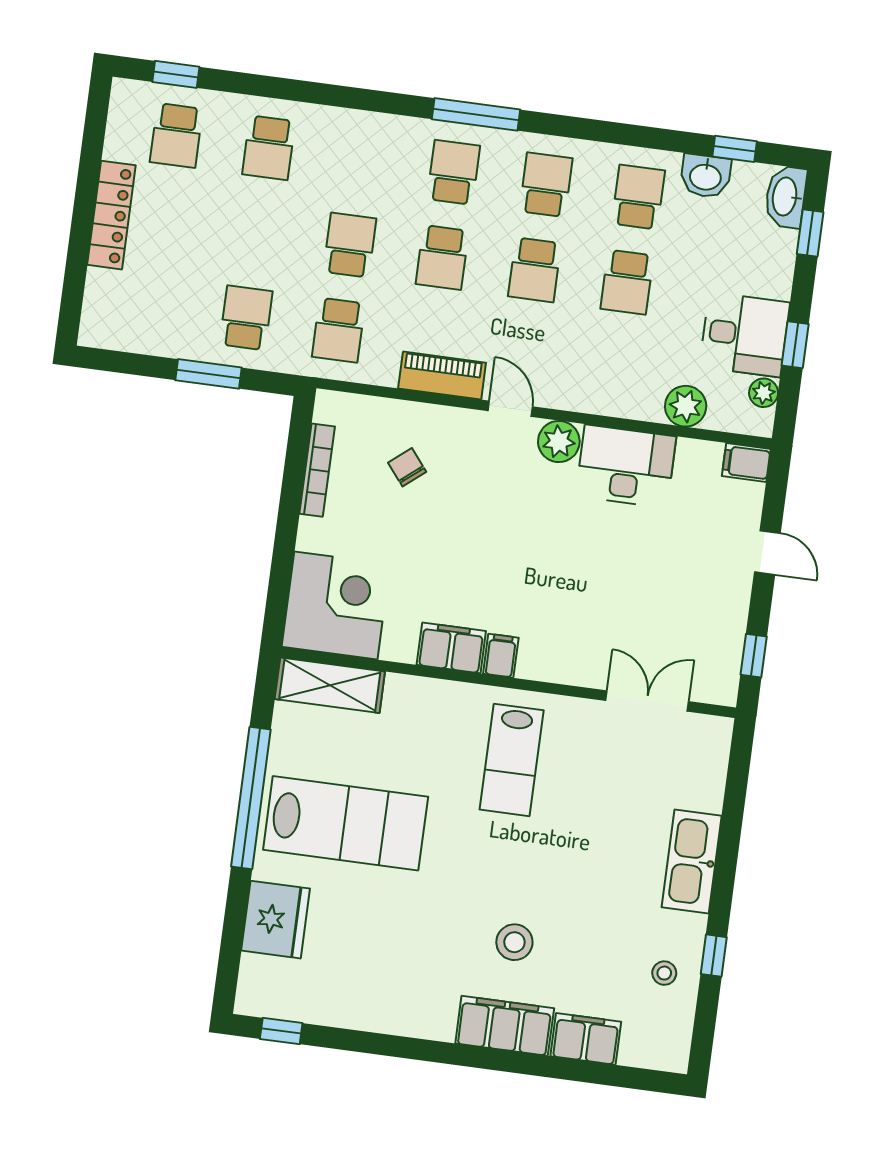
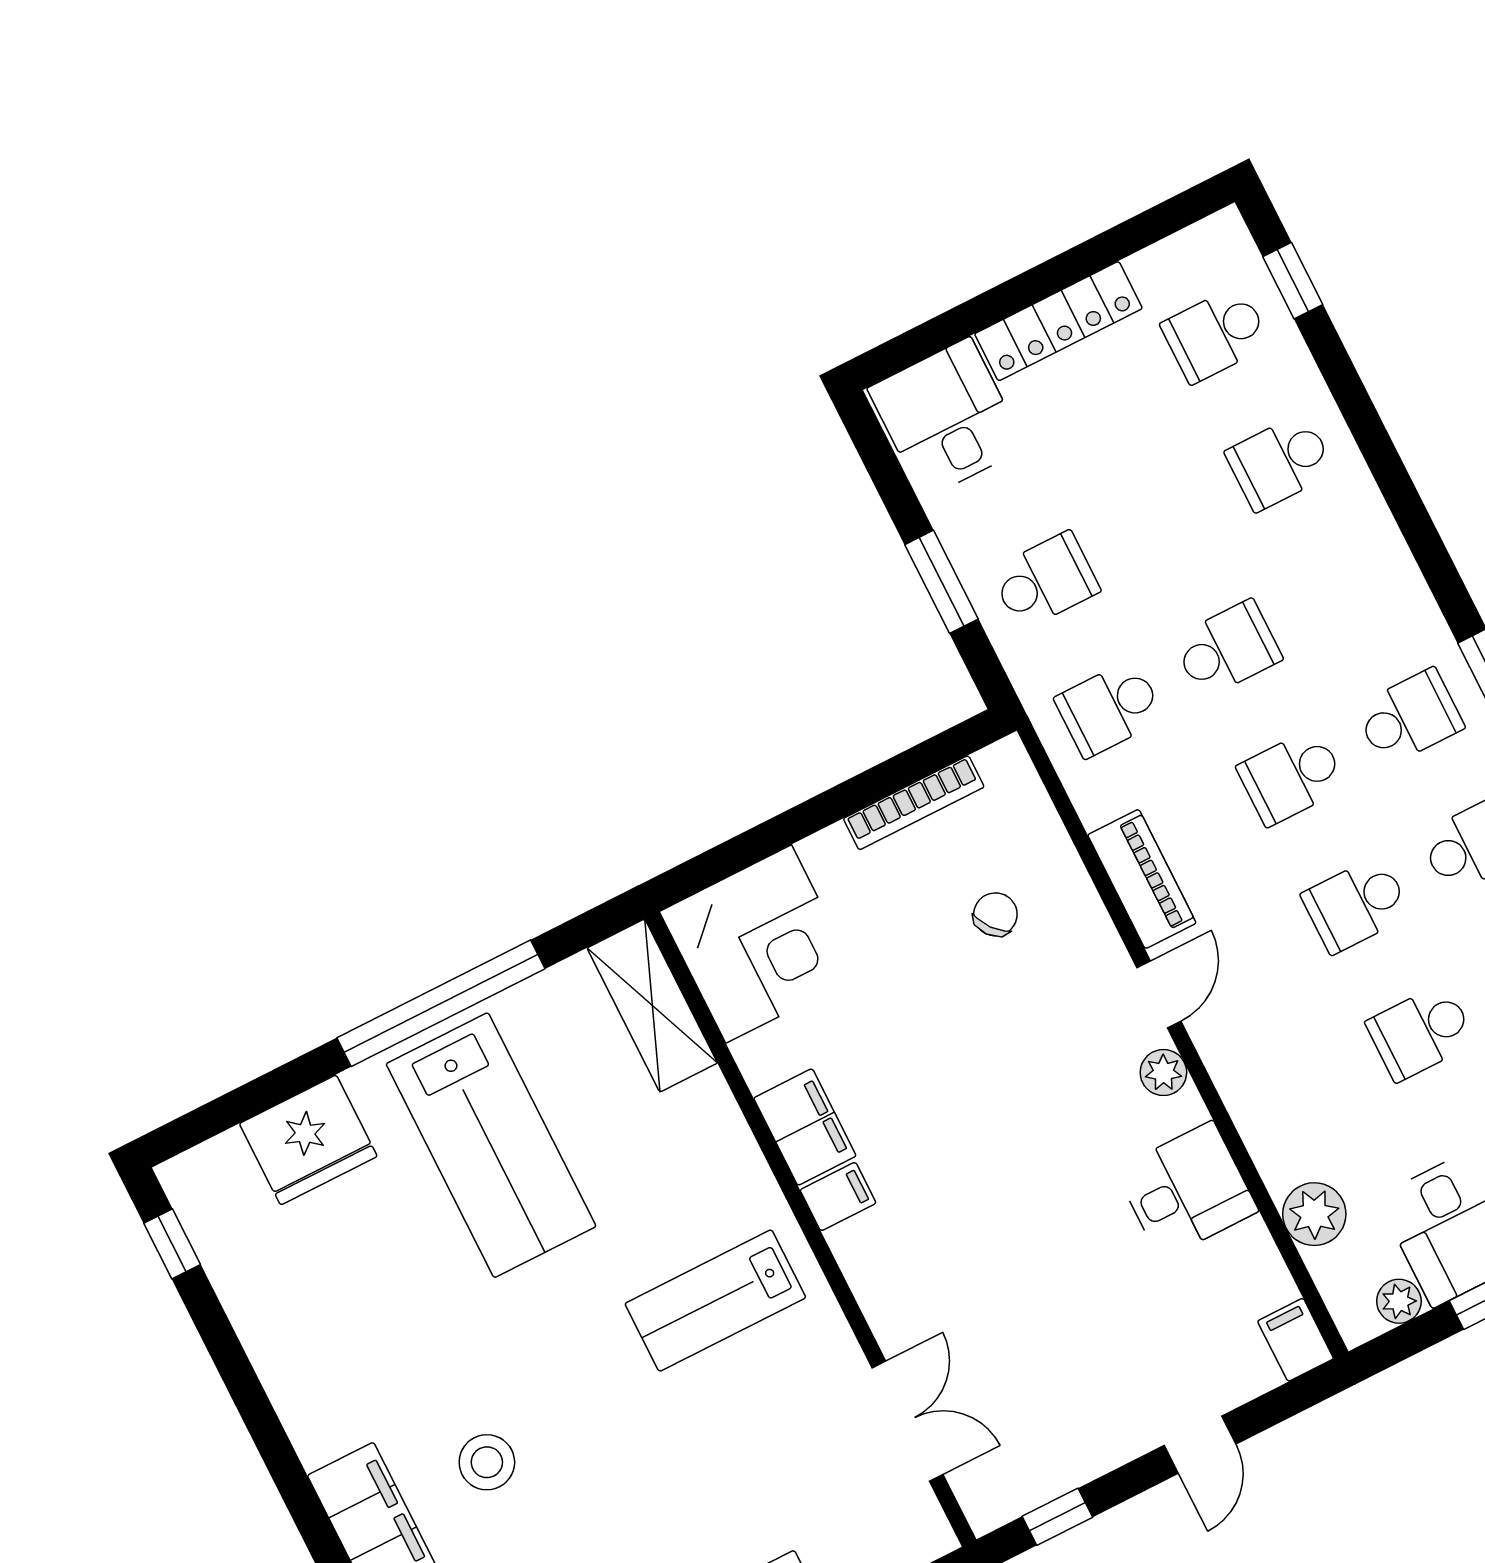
desk: (122, 311) -> (947, 418), added
plant: (559, 442) -> (1163, 1073), width x0.73, depth x0.73
desk: (626, 466) -> (1187, 1190), width x0.73

